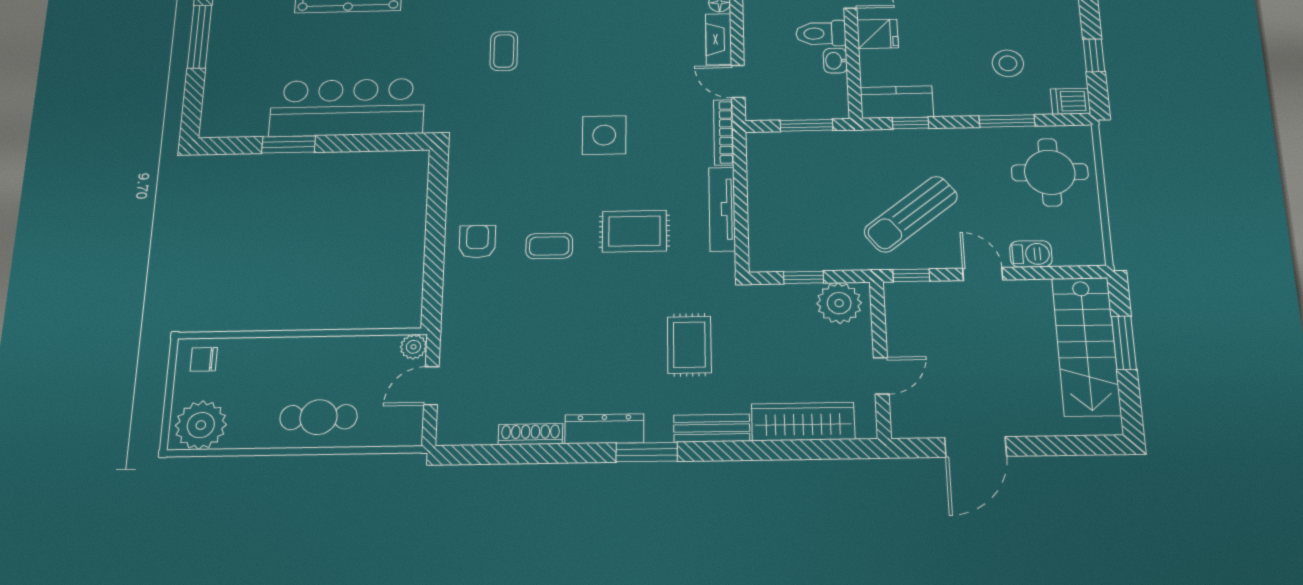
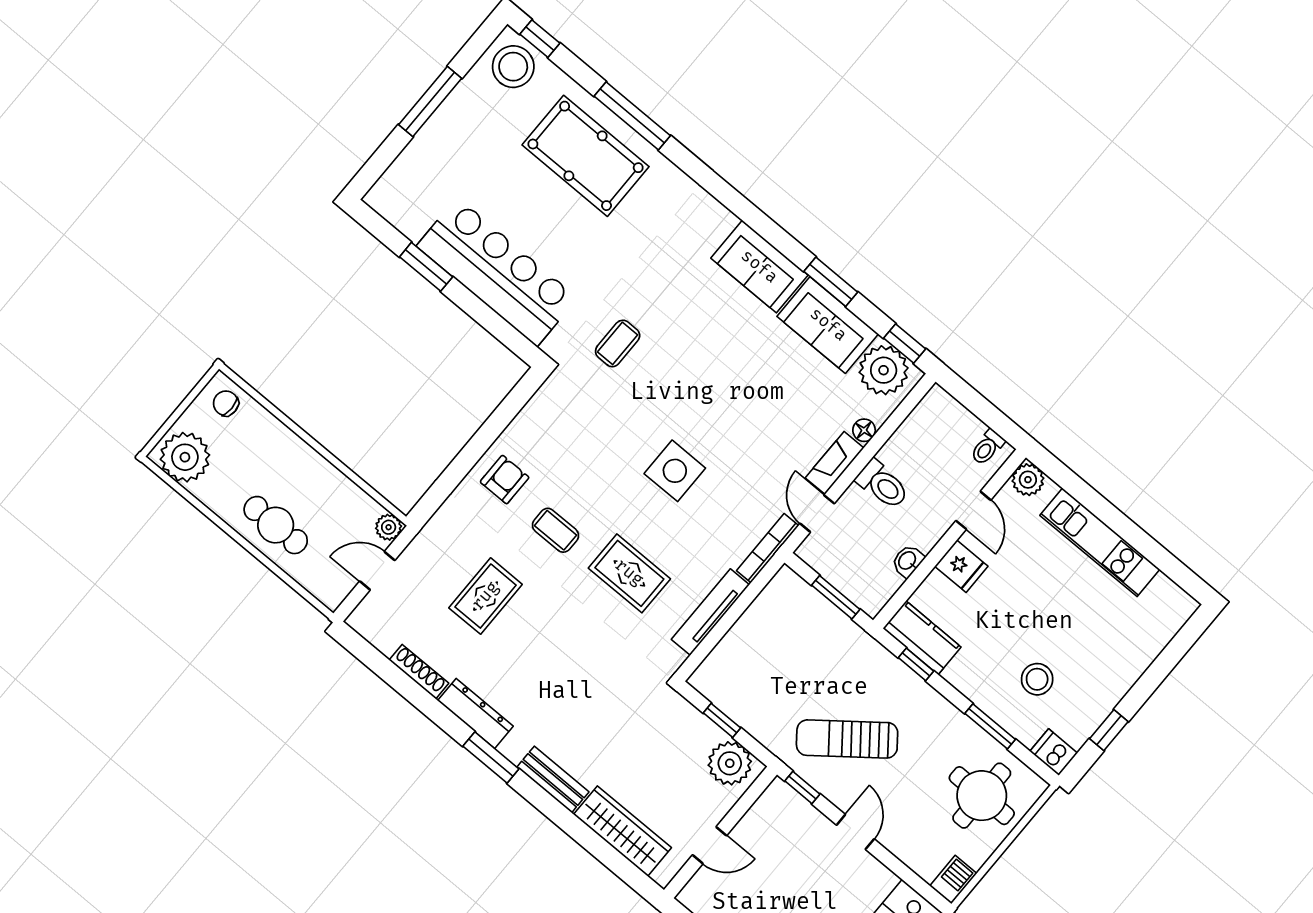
toilet: (821, 33) -> (882, 484), moved, turned 180
coffee table: (504, 51) -> (618, 343), moved
barbecue: (1031, 254) -> (953, 880), moved, turned -90
rug: (689, 345) -> (486, 596), moved

